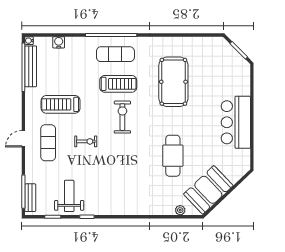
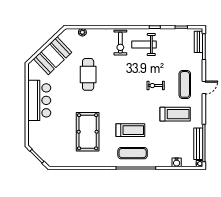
treadmill: (118, 84) -> (130, 130), turned 180
exercise bike: (122, 117) -> (120, 43), moved
booth: (208, 190) -> (53, 56), moved
weight bench: (69, 196) -> (144, 44), moved, turned 90

